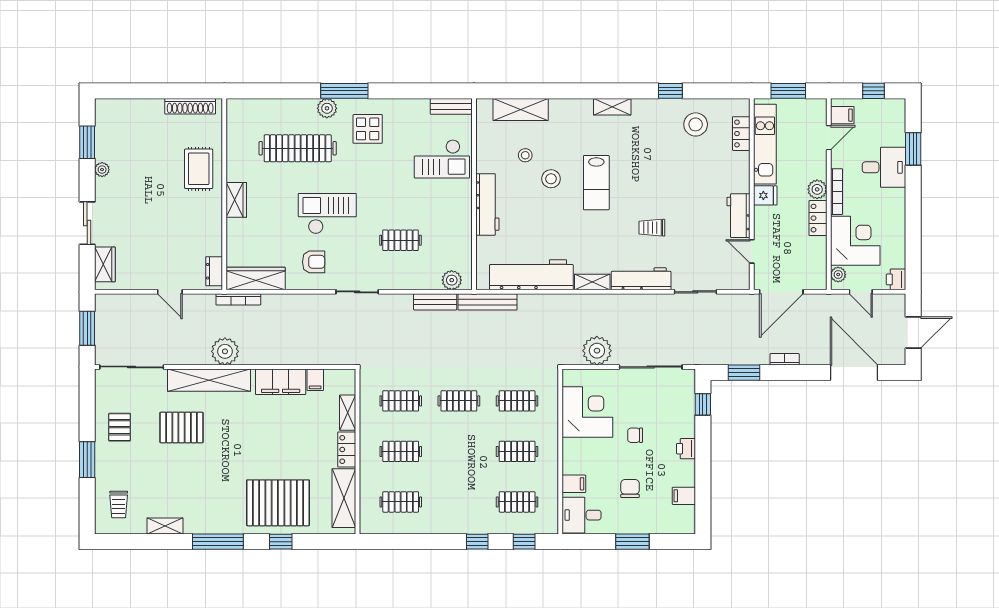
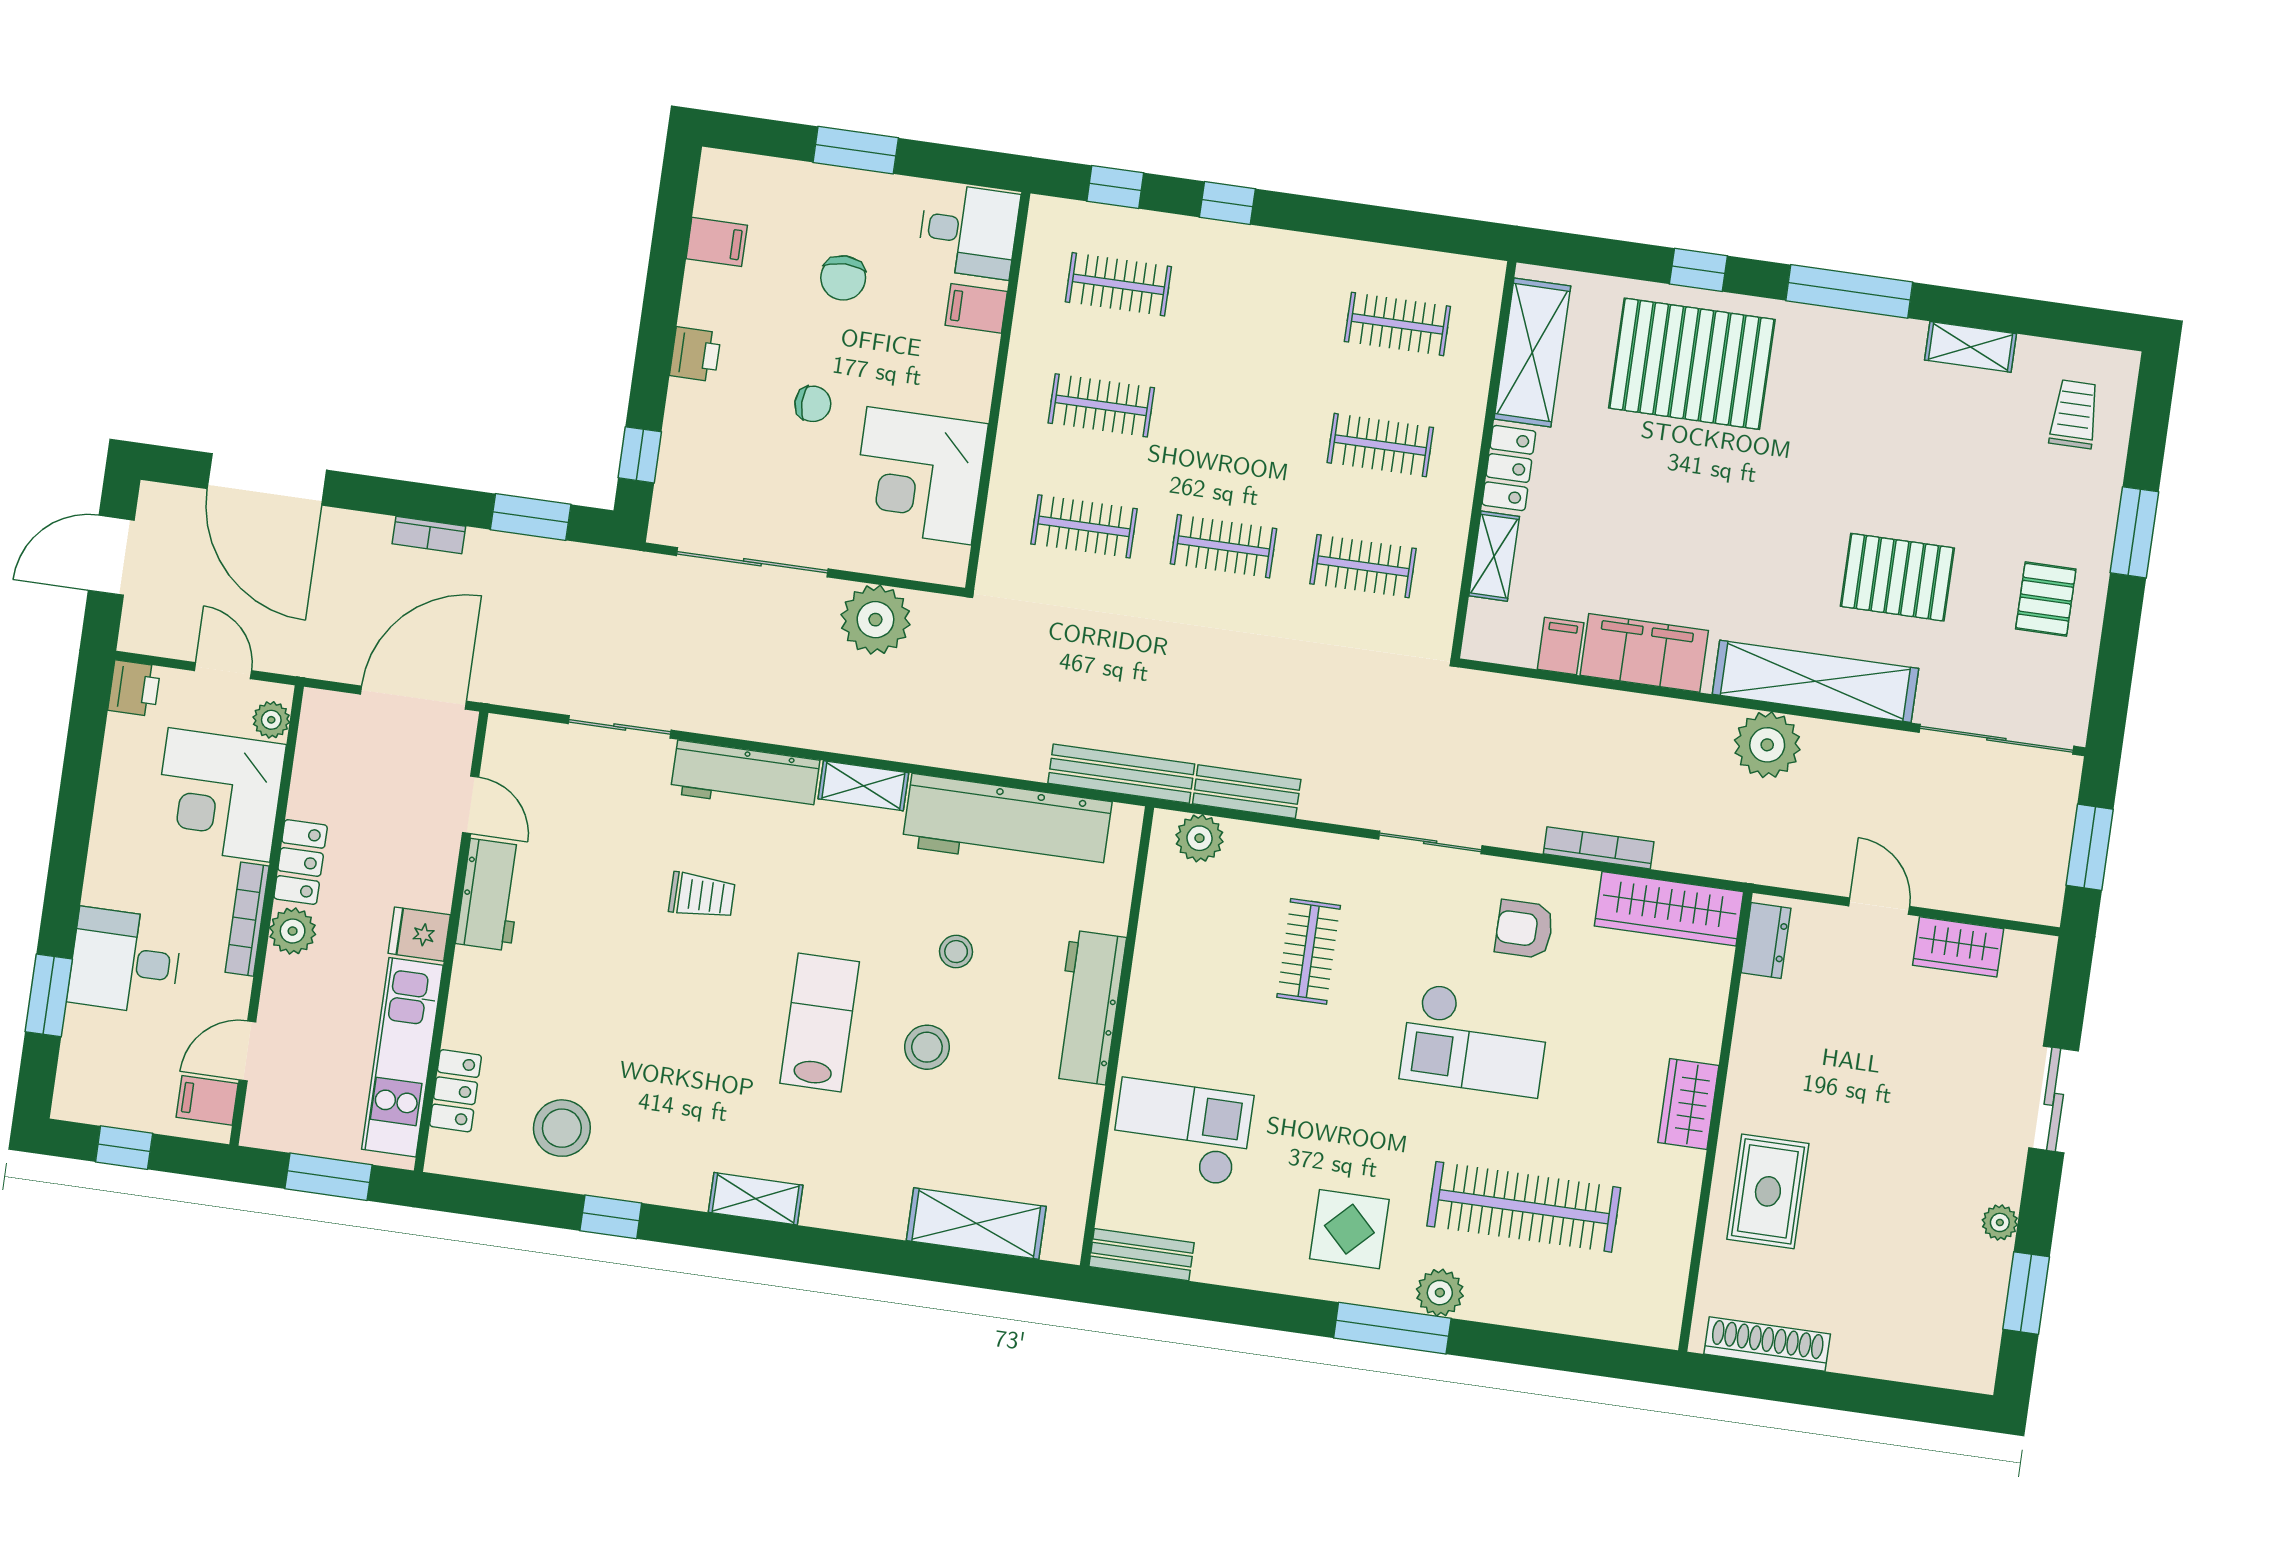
stool: (525, 155) -> (956, 952), moved
clothes rail: (400, 240) -> (1309, 951), turned 90
wardrobe: (105, 264) -> (1958, 947), moved, turned -90
bookcase: (238, 299) -> (1599, 848), moved

